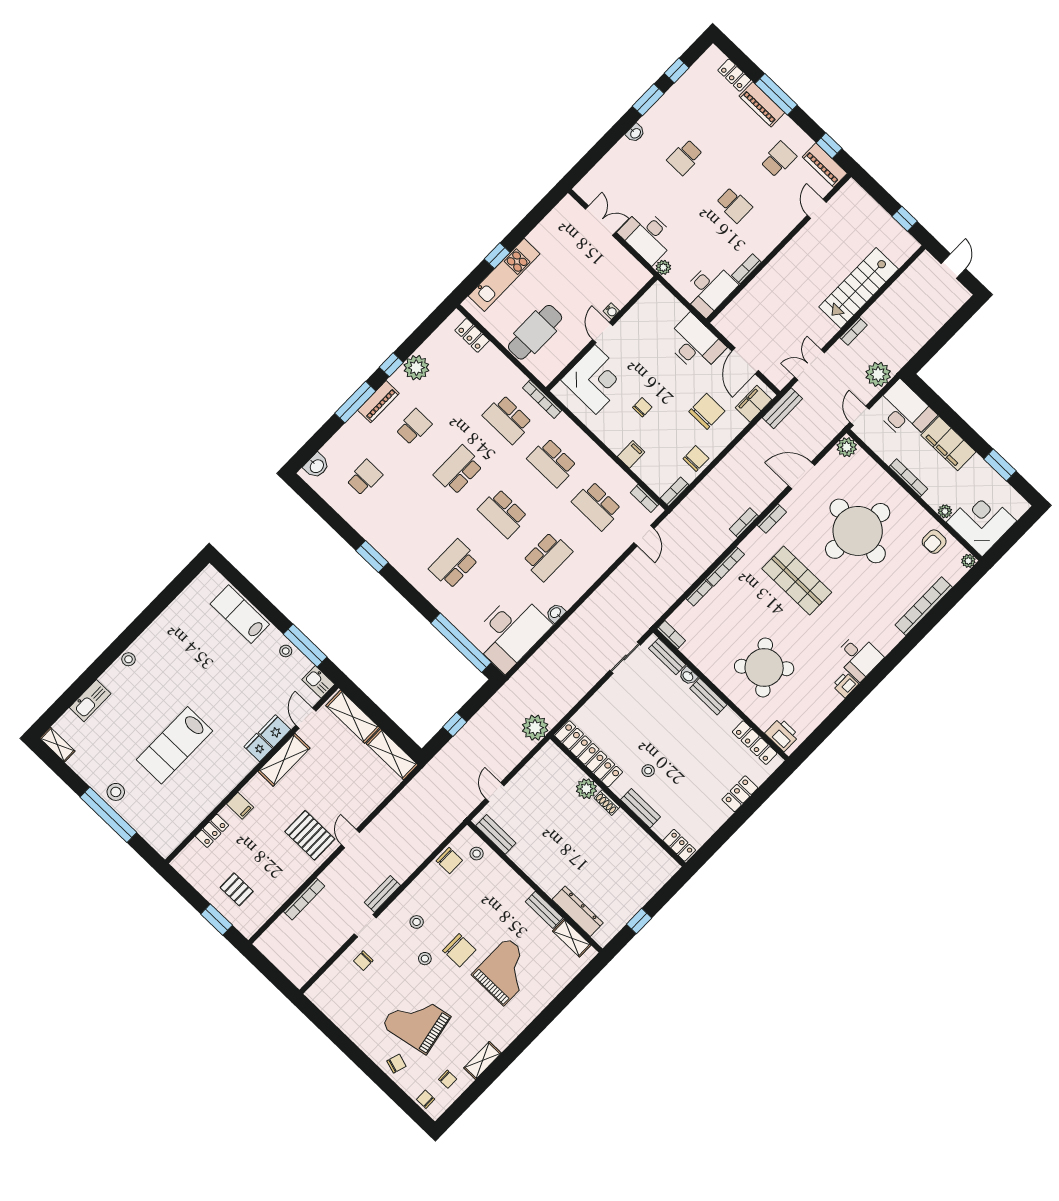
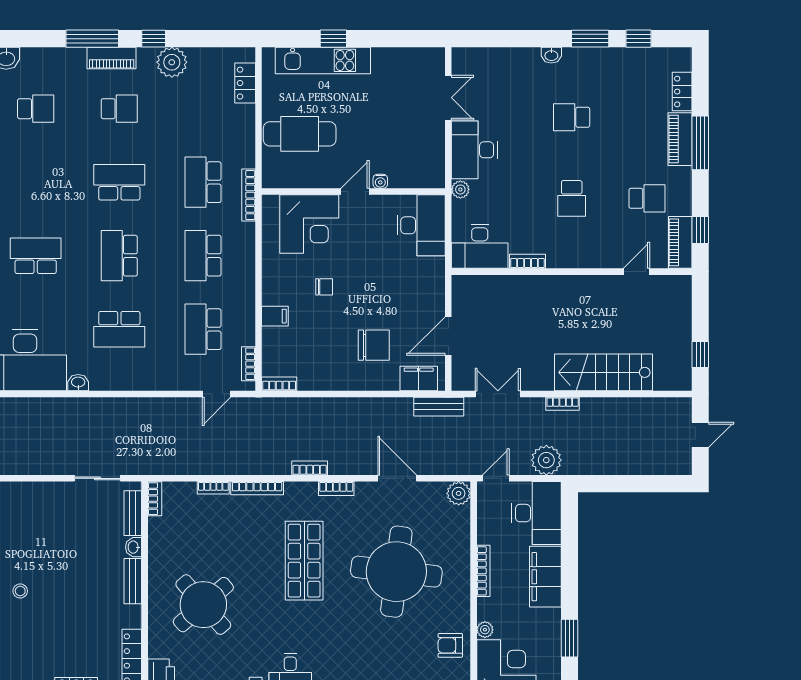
desk: (695, 344) -> (421, 225), moved
chair: (696, 459) -> (325, 375), removed

